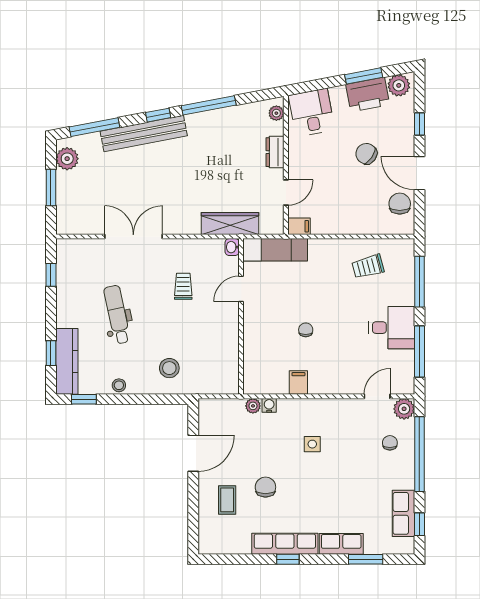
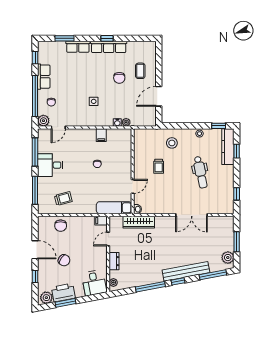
chair: (400, 204) -> (61, 226), moved
trolley: (183, 286) -> (159, 166), moved
row of seats: (403, 513) -> (44, 77), moved

